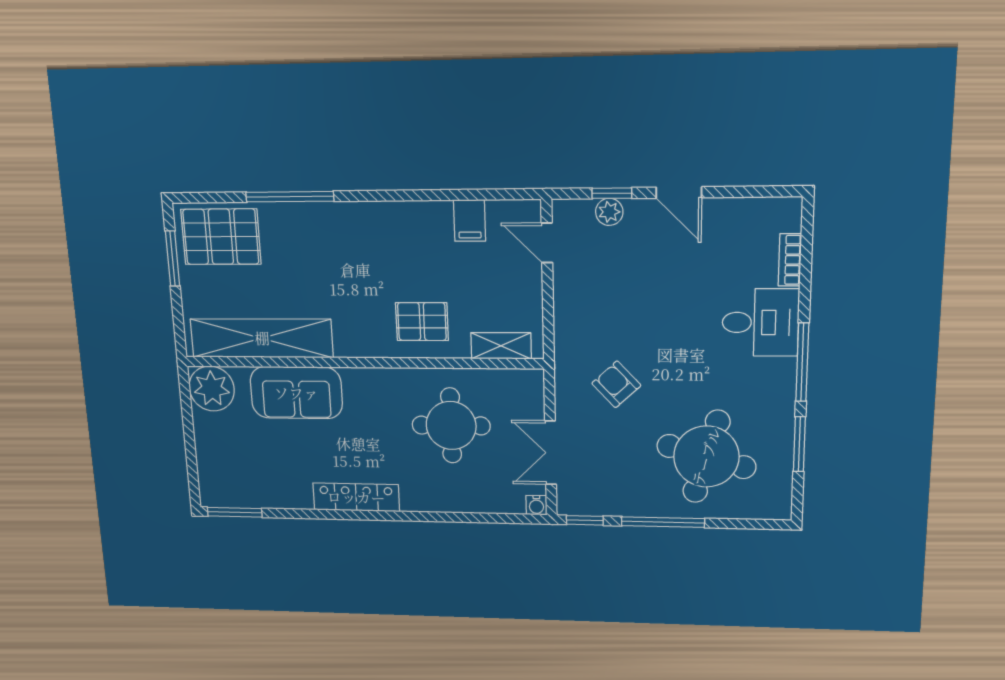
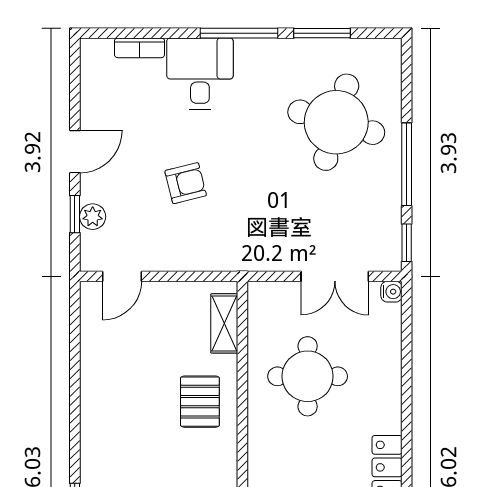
filing cabinet: (470, 221) -> (100, 351), removed
armchair: (616, 384) -> (186, 183), moved, turned -151

